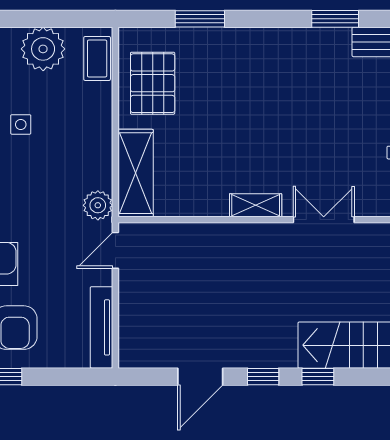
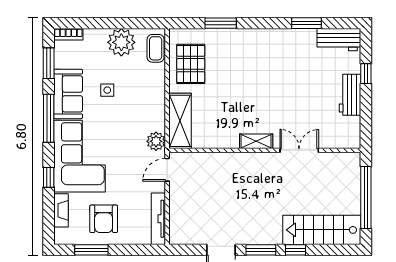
window: (263, 377) -> (261, 250), width x1.50

